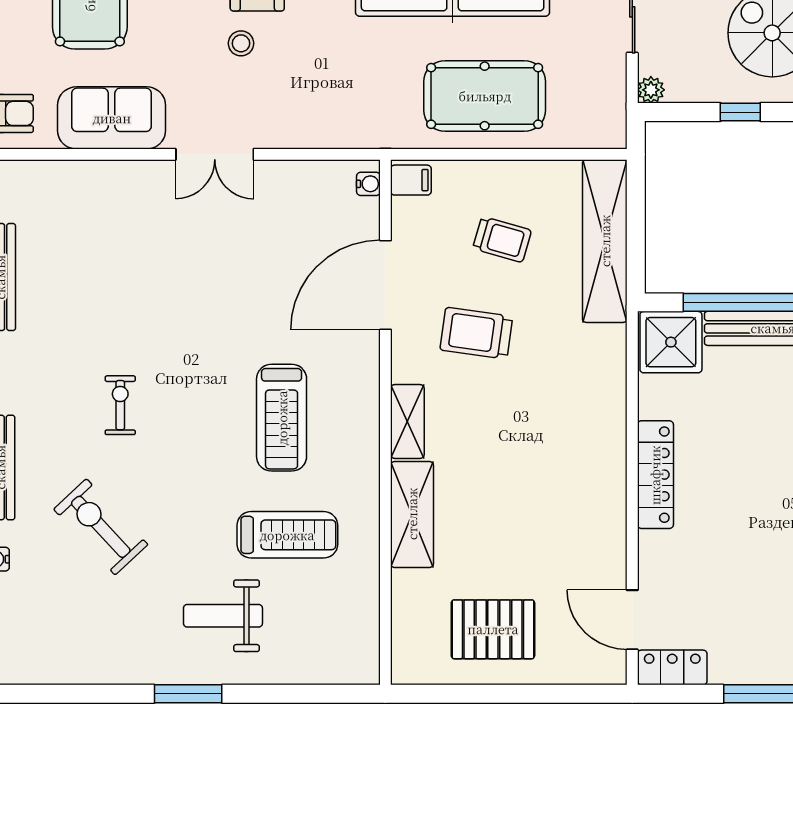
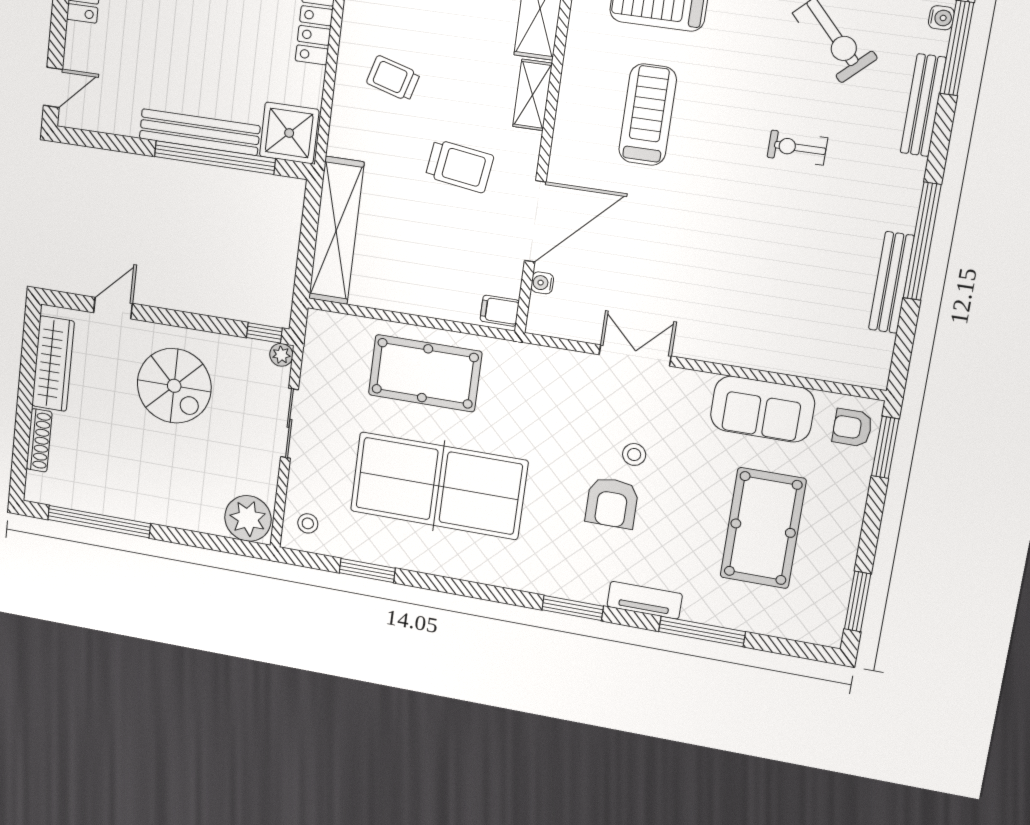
window: (740, 112) -> (264, 333), moved
double door: (215, 154) -> (635, 355), moved
water cooler: (368, 184) -> (542, 283), moved
trolley: (502, 239) -> (393, 78), moved
exercise bike: (120, 405) -> (797, 148), turned 90

